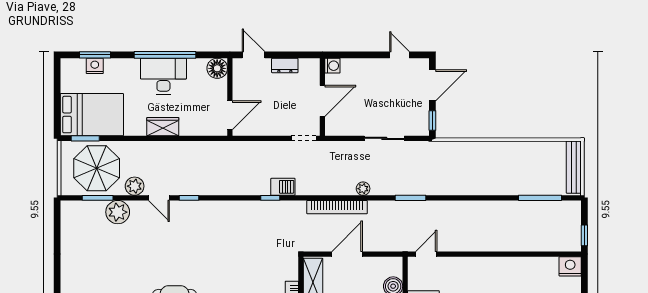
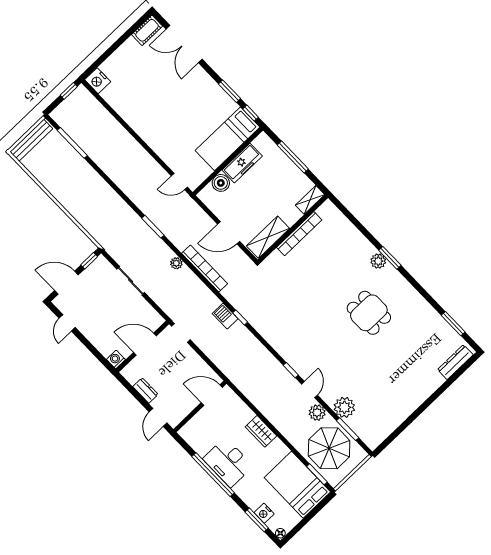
floor lamp: (217, 68) -> (280, 533), moved, width x0.53, depth x0.53

